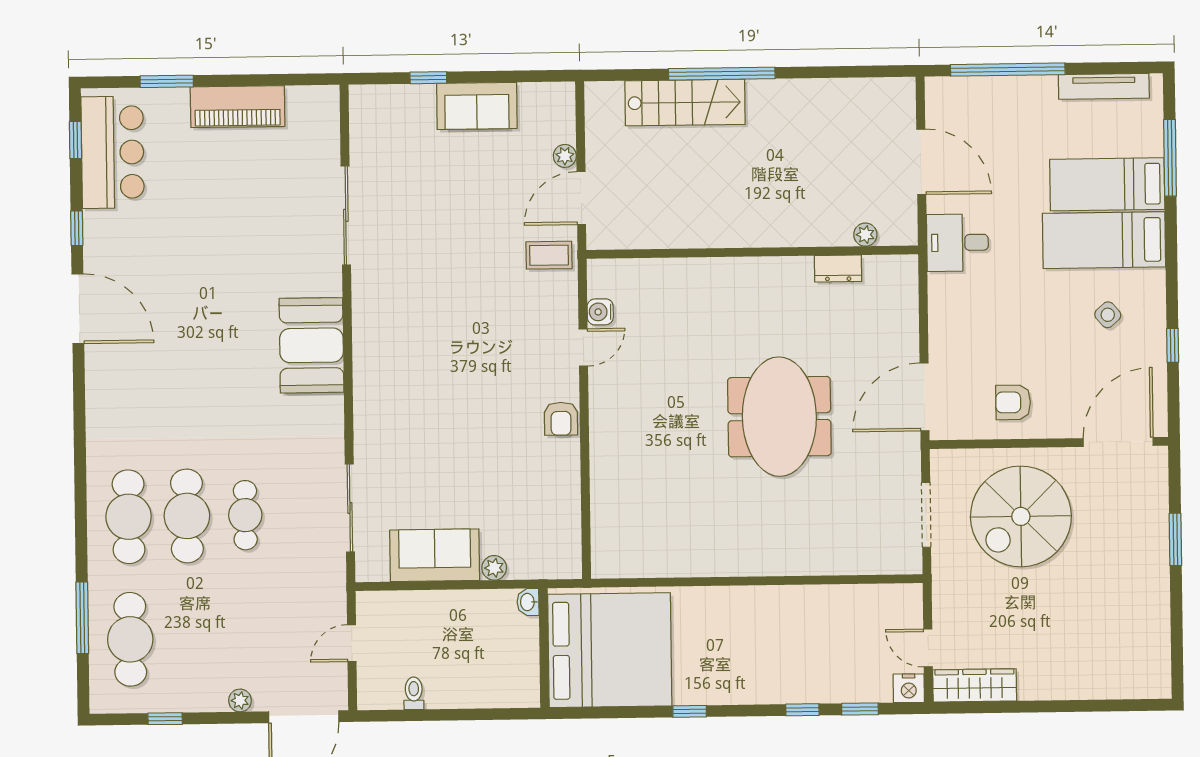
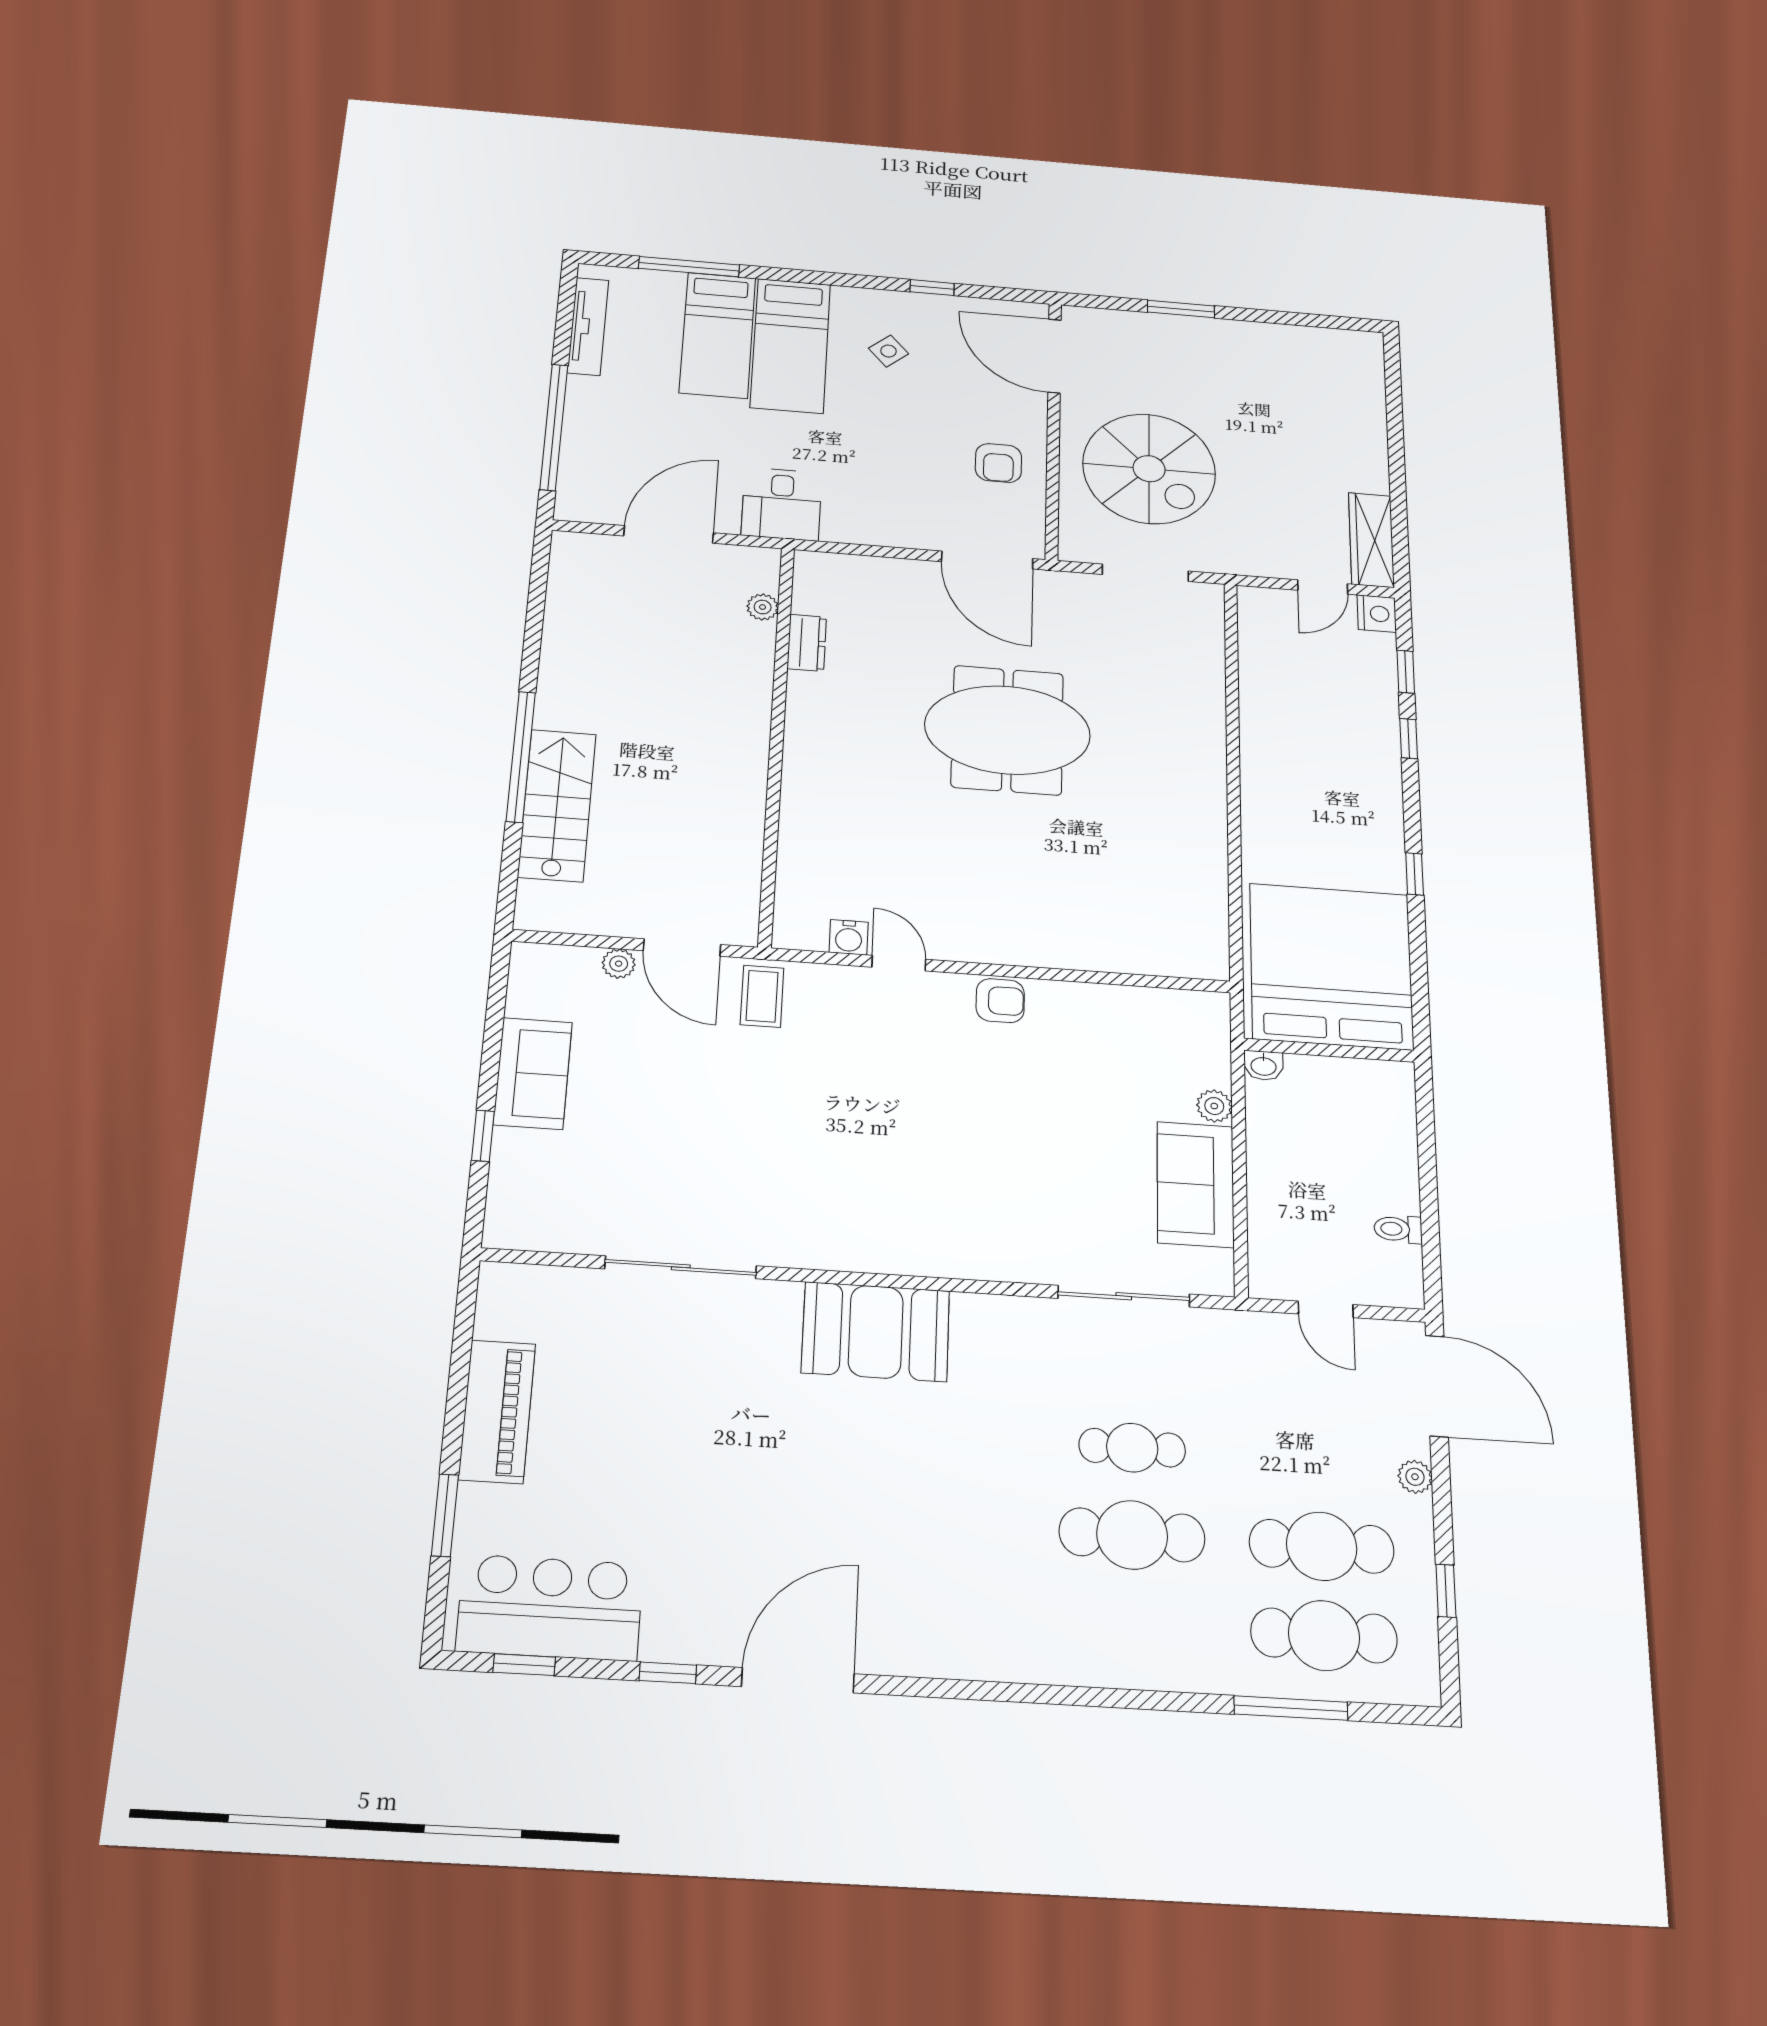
cafe table: (129, 517) -> (1322, 1546), moved

